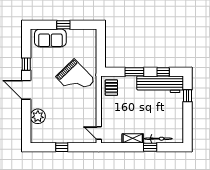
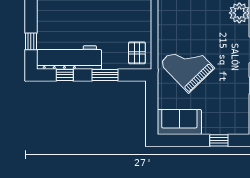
window: (63, 25) -> (219, 140), moved
sofa: (50, 38) -> (179, 122), moved

